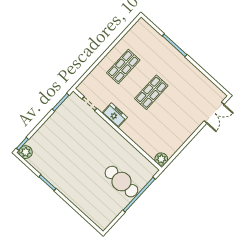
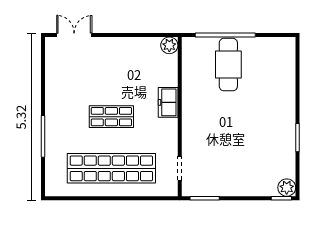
shop shelf: (123, 66) -> (111, 168), width x2.00, depth x1.36
freezer: (115, 115) -> (168, 102), moved

